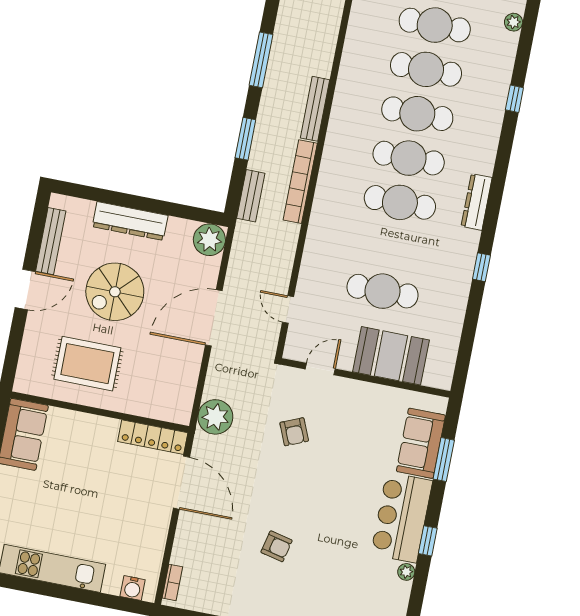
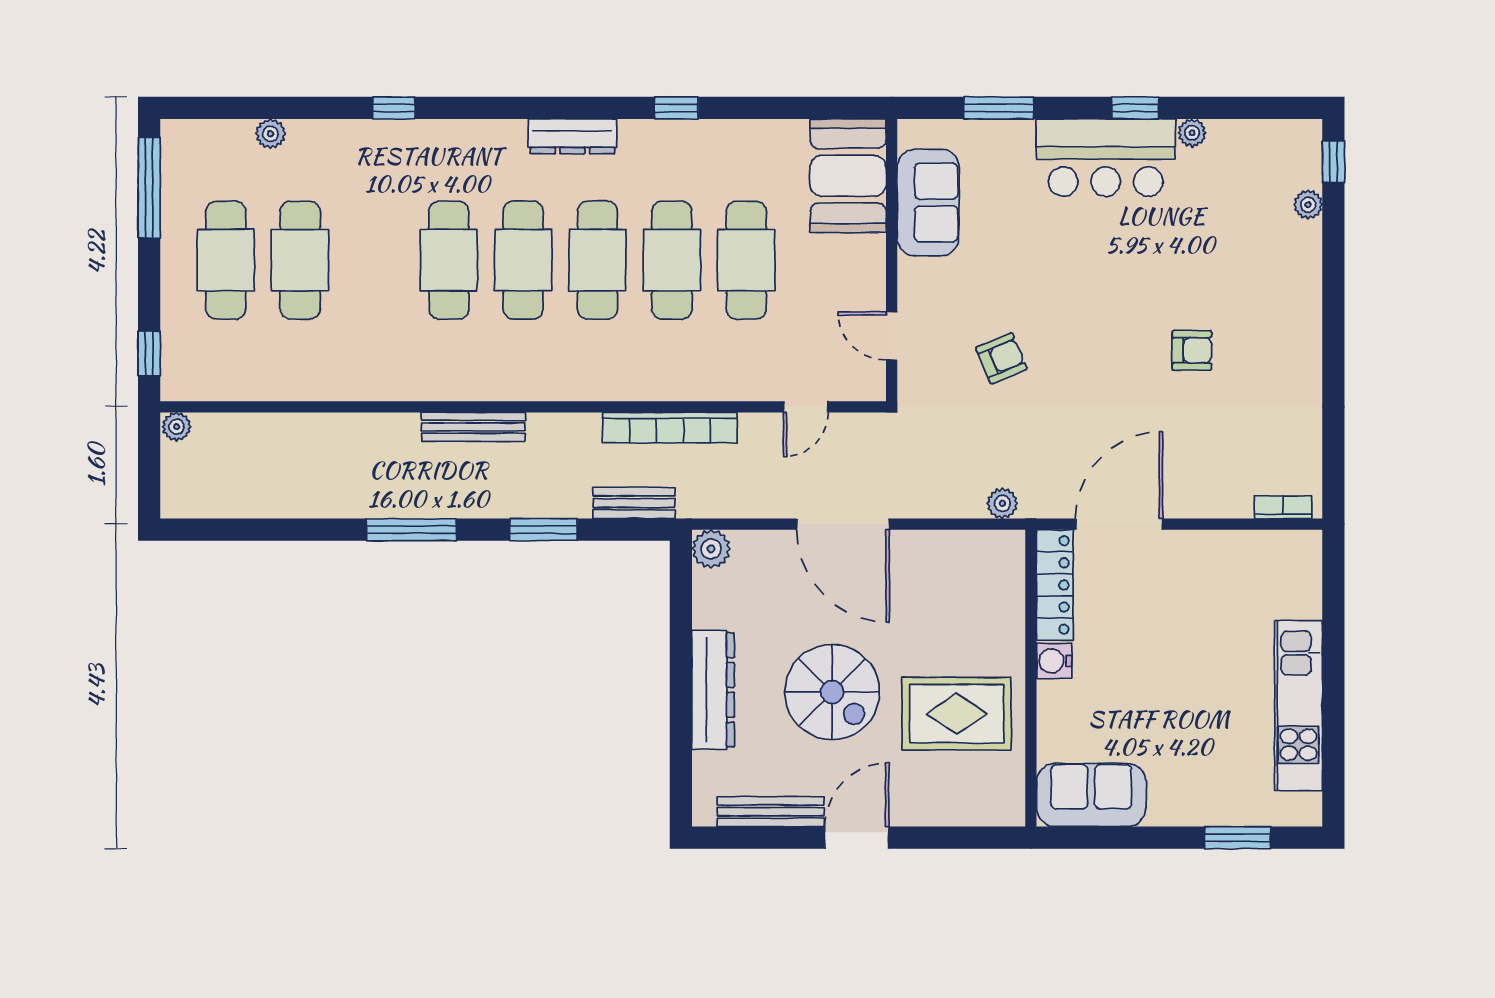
cafe table: (426, 69) -> (672, 260), moved
bookcase: (300, 182) -> (670, 428), moved
plant: (209, 240) -> (711, 549), width x0.73, depth x0.73
door: (25, 289) -> (857, 838), hinge flipped
booth: (391, 356) -> (848, 176), moved
rug: (87, 364) -> (957, 714), turned 90
plant: (215, 417) -> (1002, 503), width x0.53, depth x0.53
sofa: (421, 443) -> (928, 203), moved, turned -90
armchair: (277, 546) -> (1192, 350), turned 77
water cooler: (133, 588) -> (1054, 661), moved, turned 180

